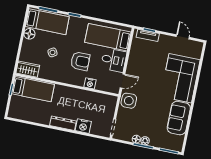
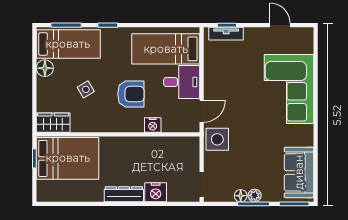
bed: (33, 89) -> (68, 158), width x1.50
sofa: (179, 118) -> (299, 172), moved

